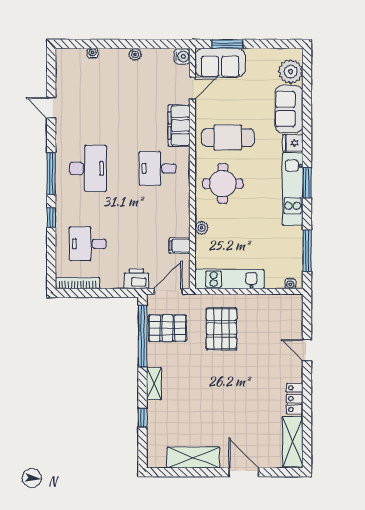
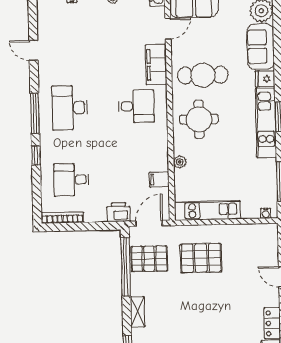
desk: (88, 168) -> (70, 108), turned 180
desk: (157, 168) -> (136, 106), turned 180
pallet: (221, 329) -> (201, 258), turned 90

